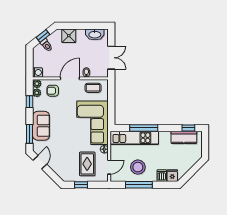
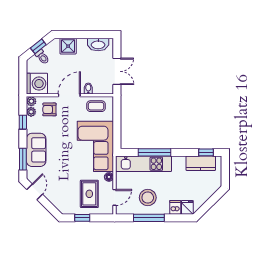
washing machine: (37, 73) -> (37, 84), width x1.89, depth x1.89

